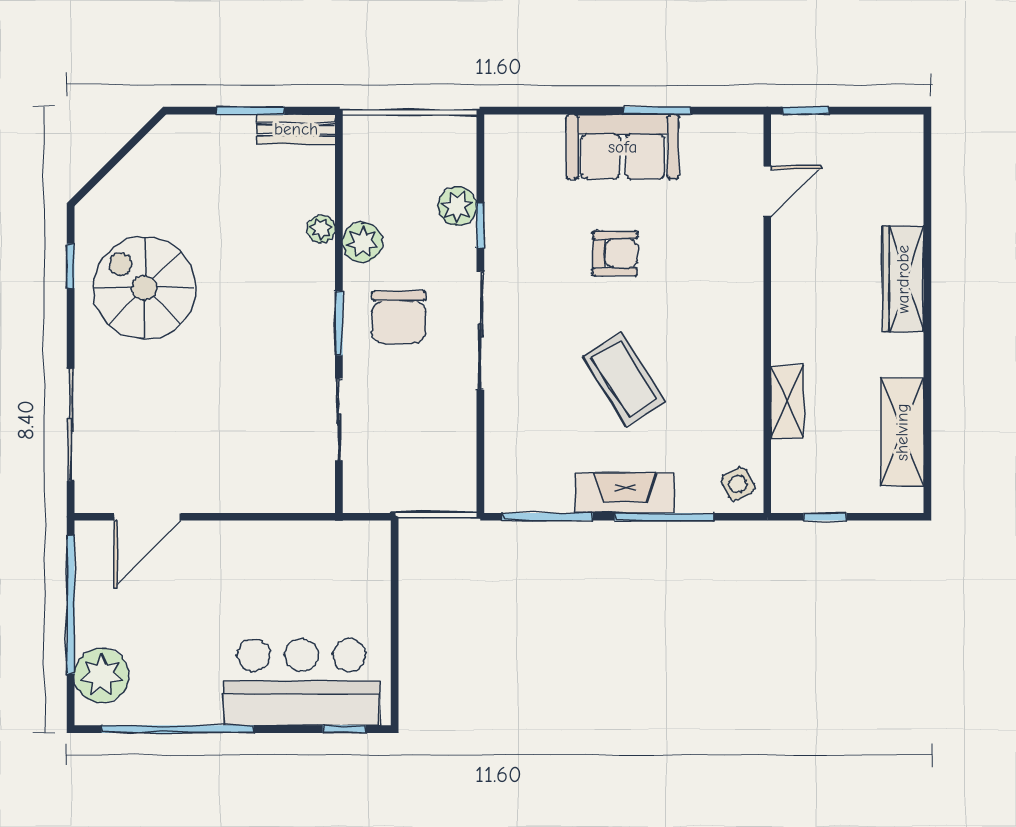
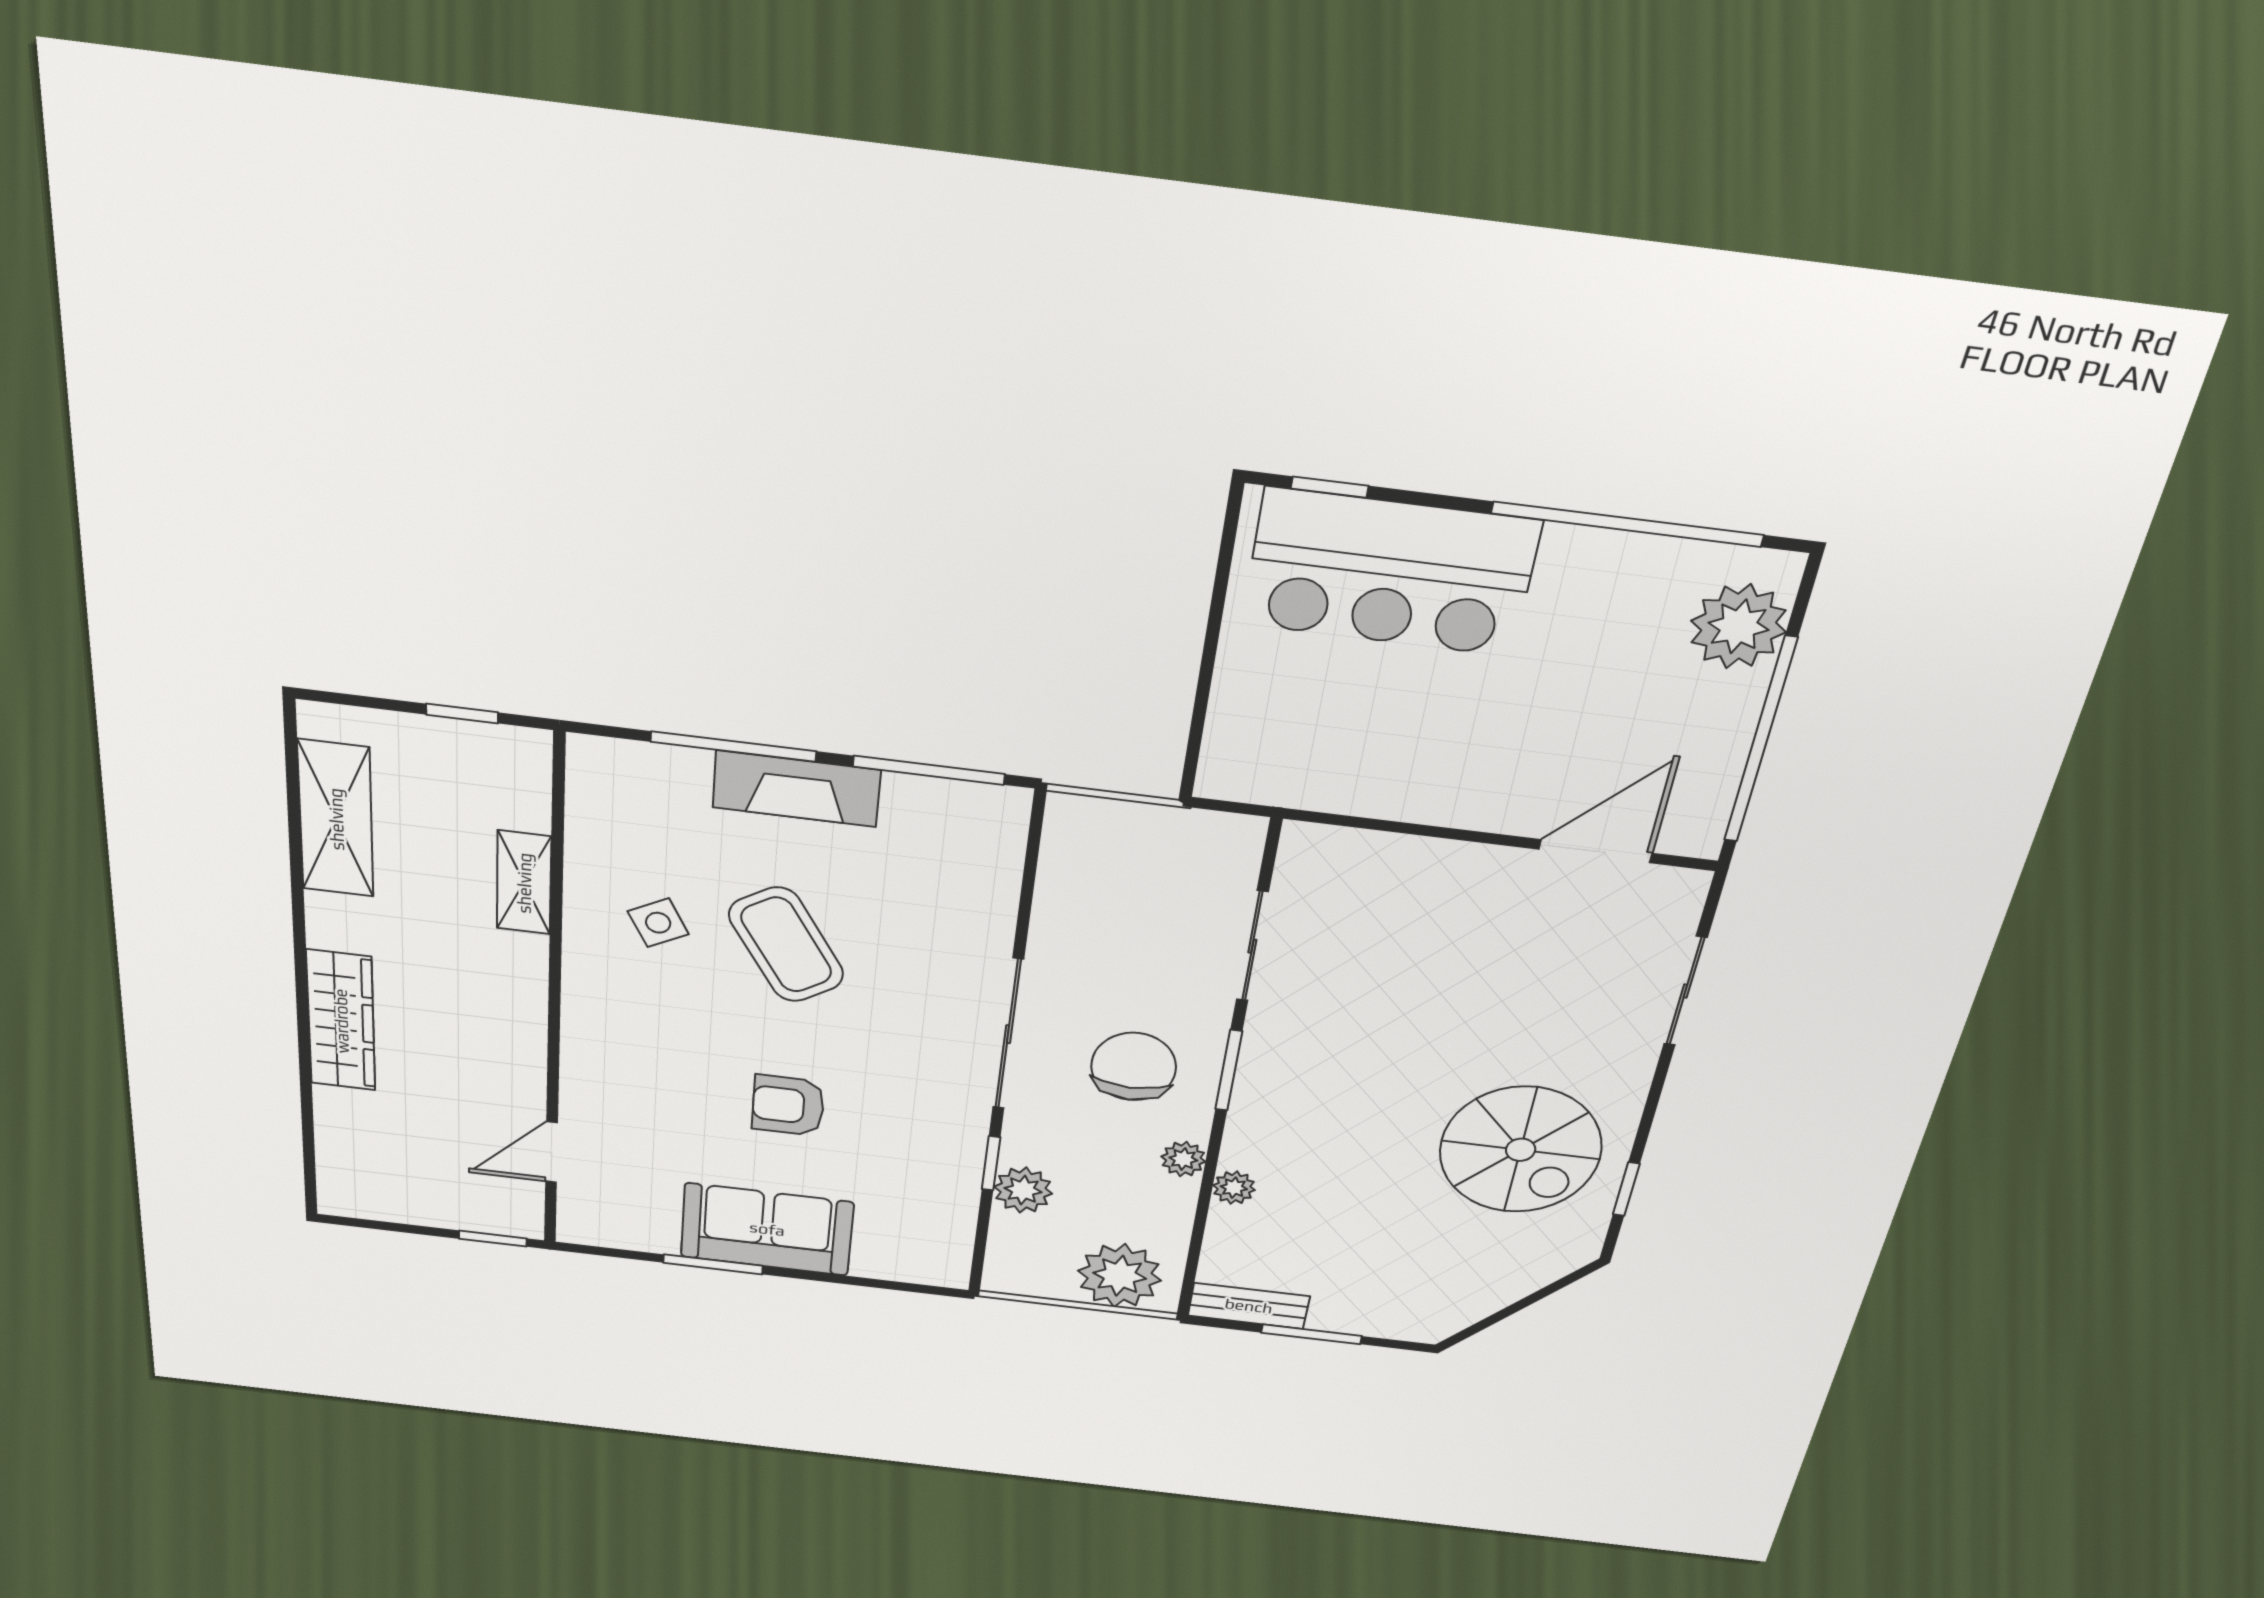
plant: (385, 143) -> (1120, 1276), added
plant: (363, 242) -> (1183, 1159), width x0.73, depth x0.73
sliding door: (71, 425) -> (1685, 991), width x0.73
side table: (738, 484) -> (658, 923), moved

